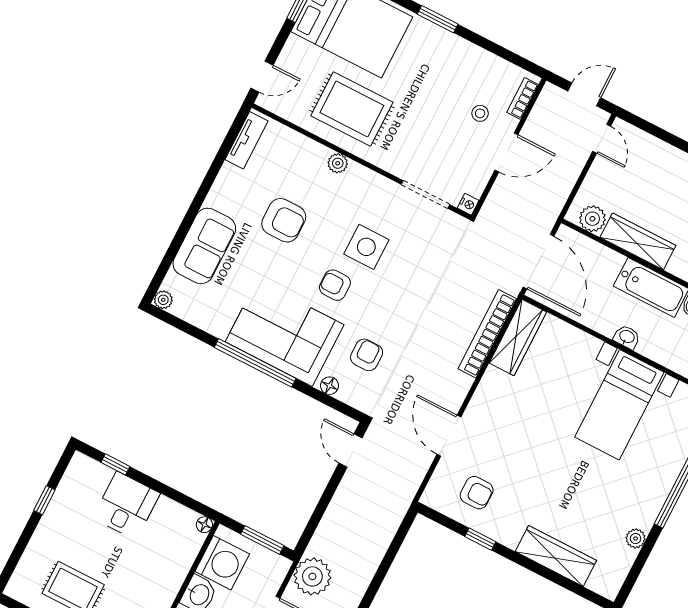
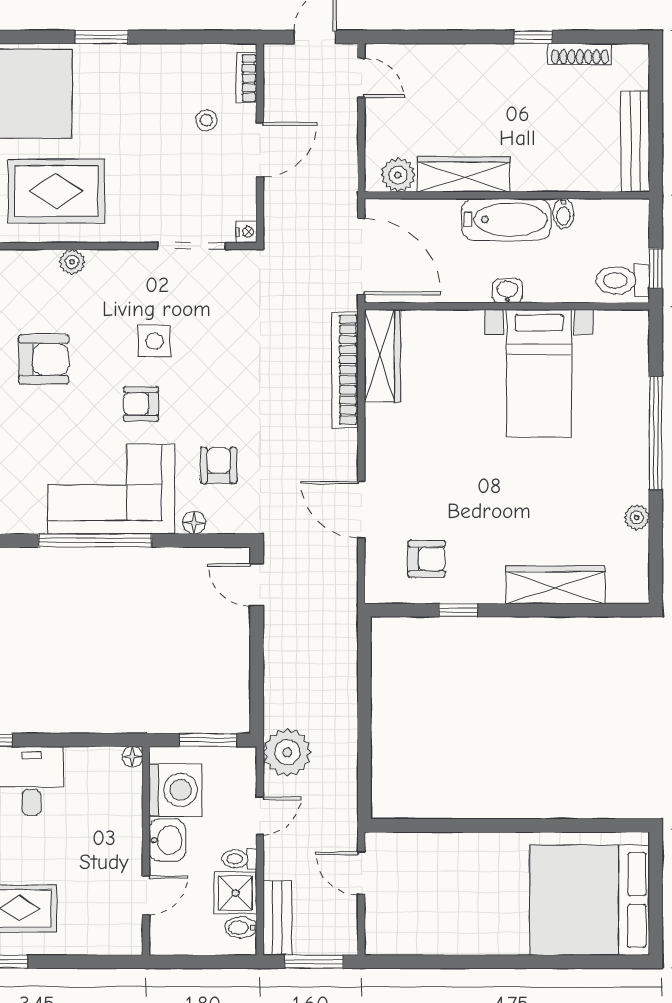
side table: (366, 247) -> (154, 341), width x0.73, depth x0.73

